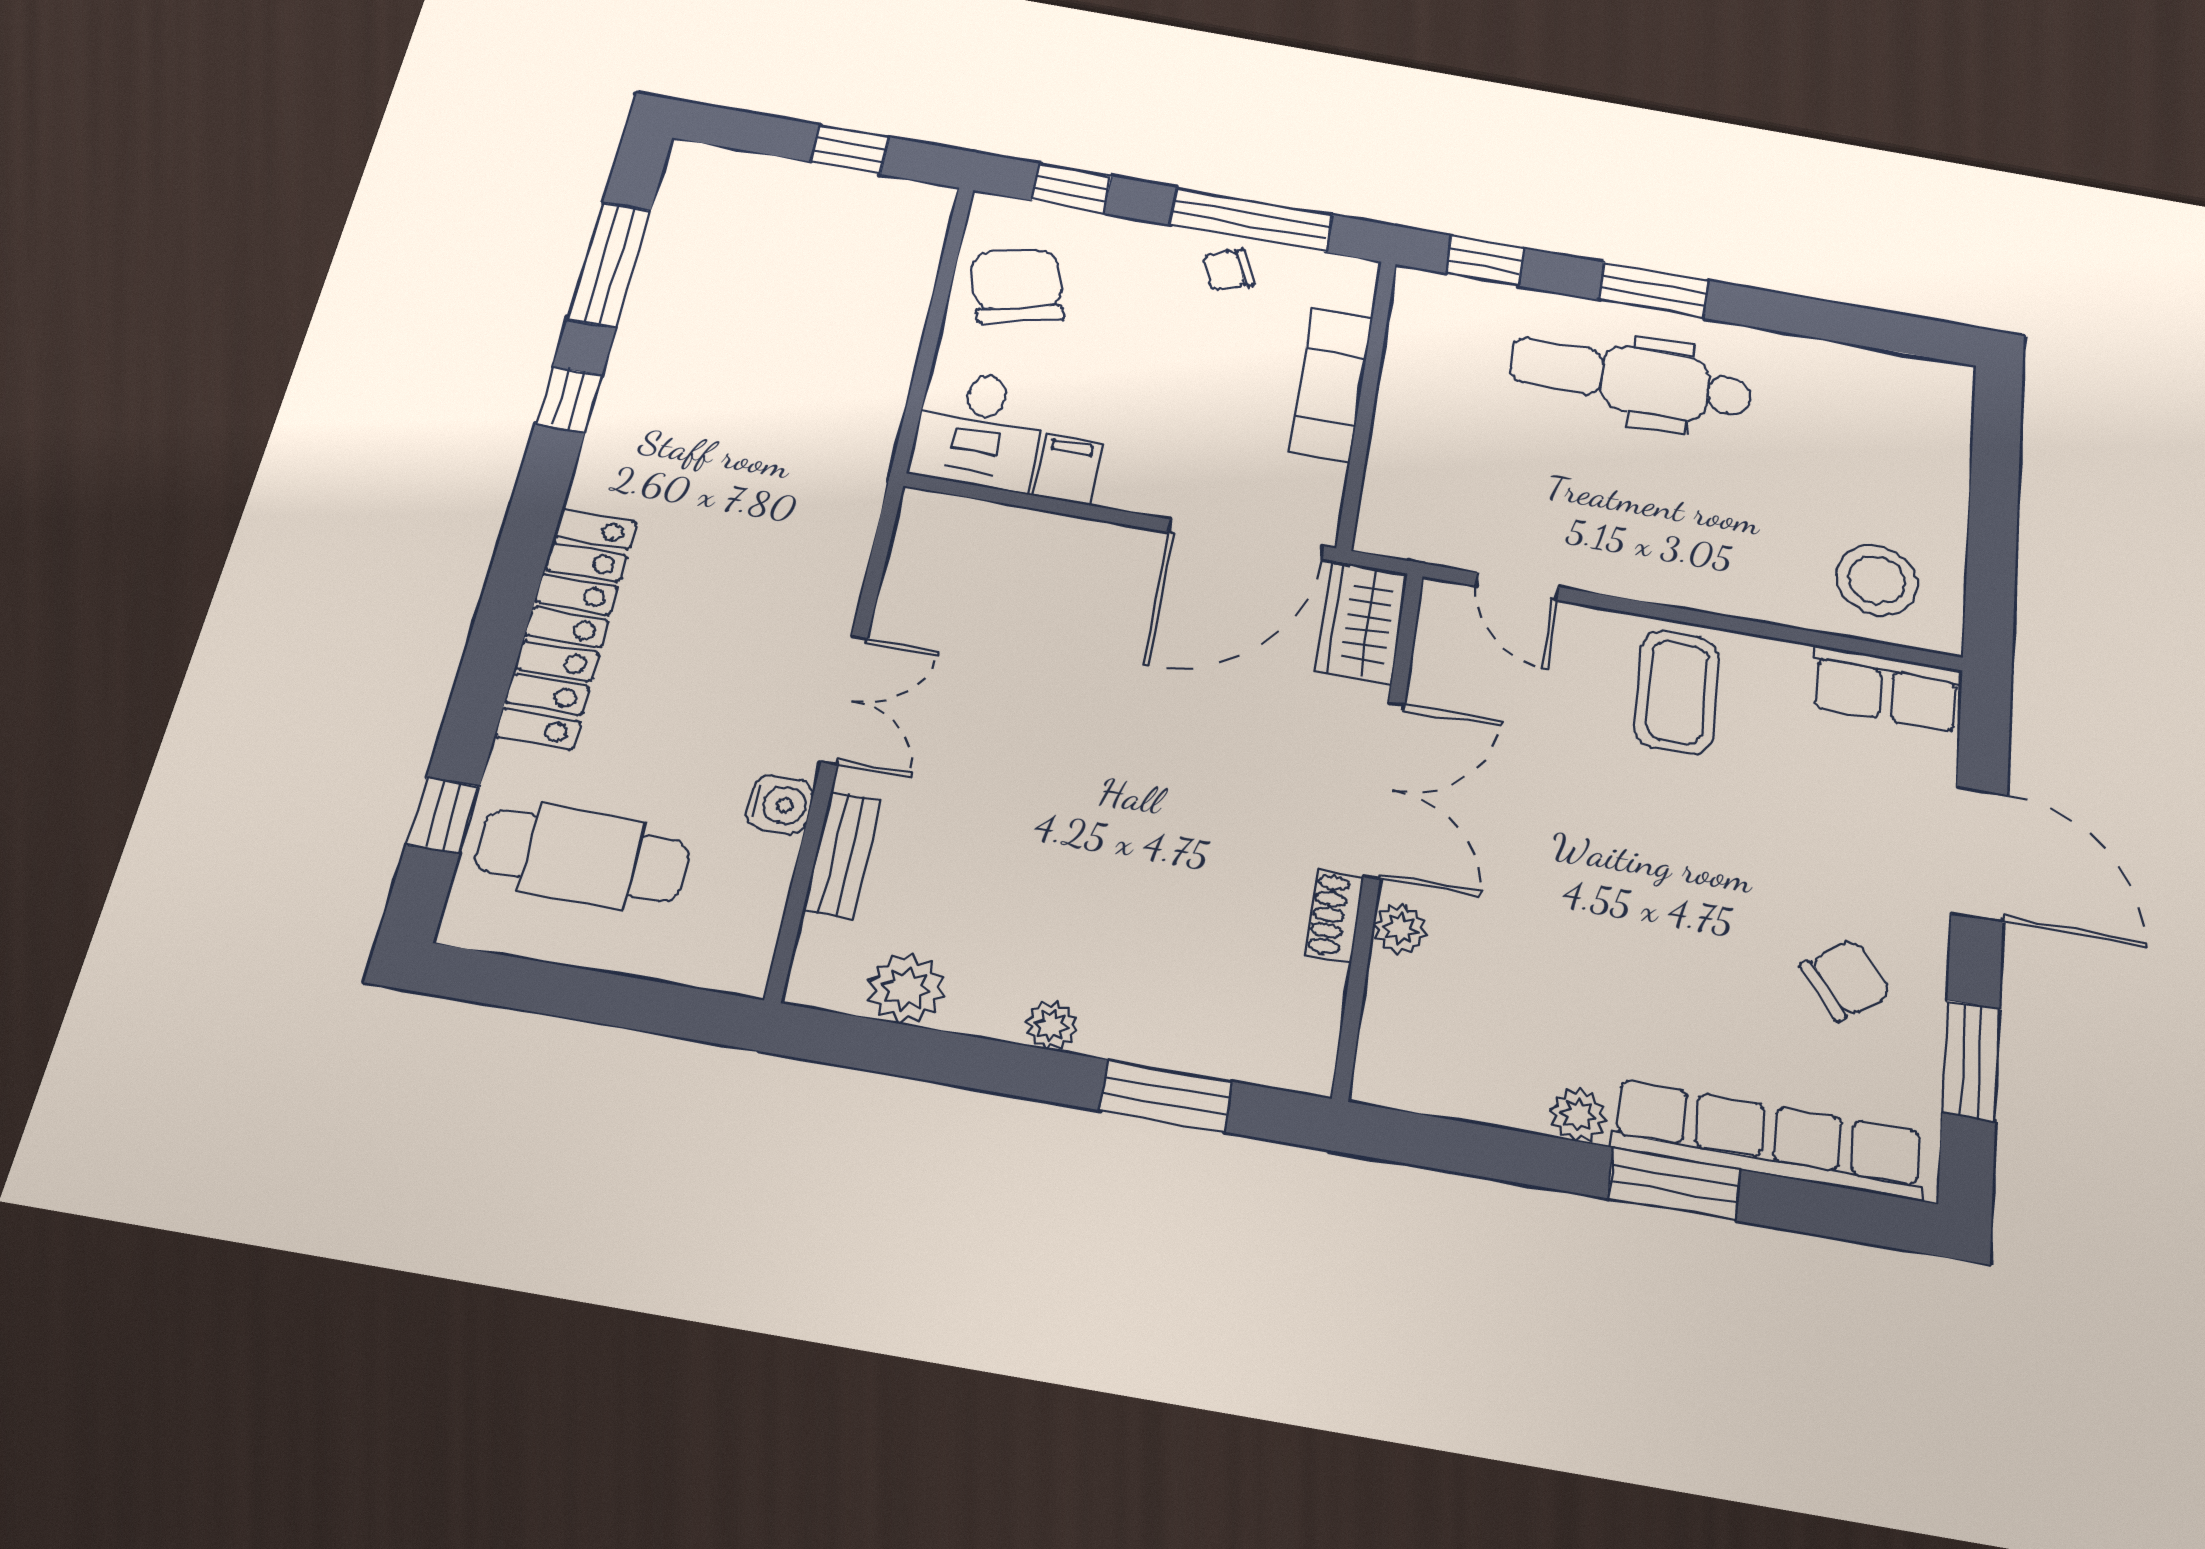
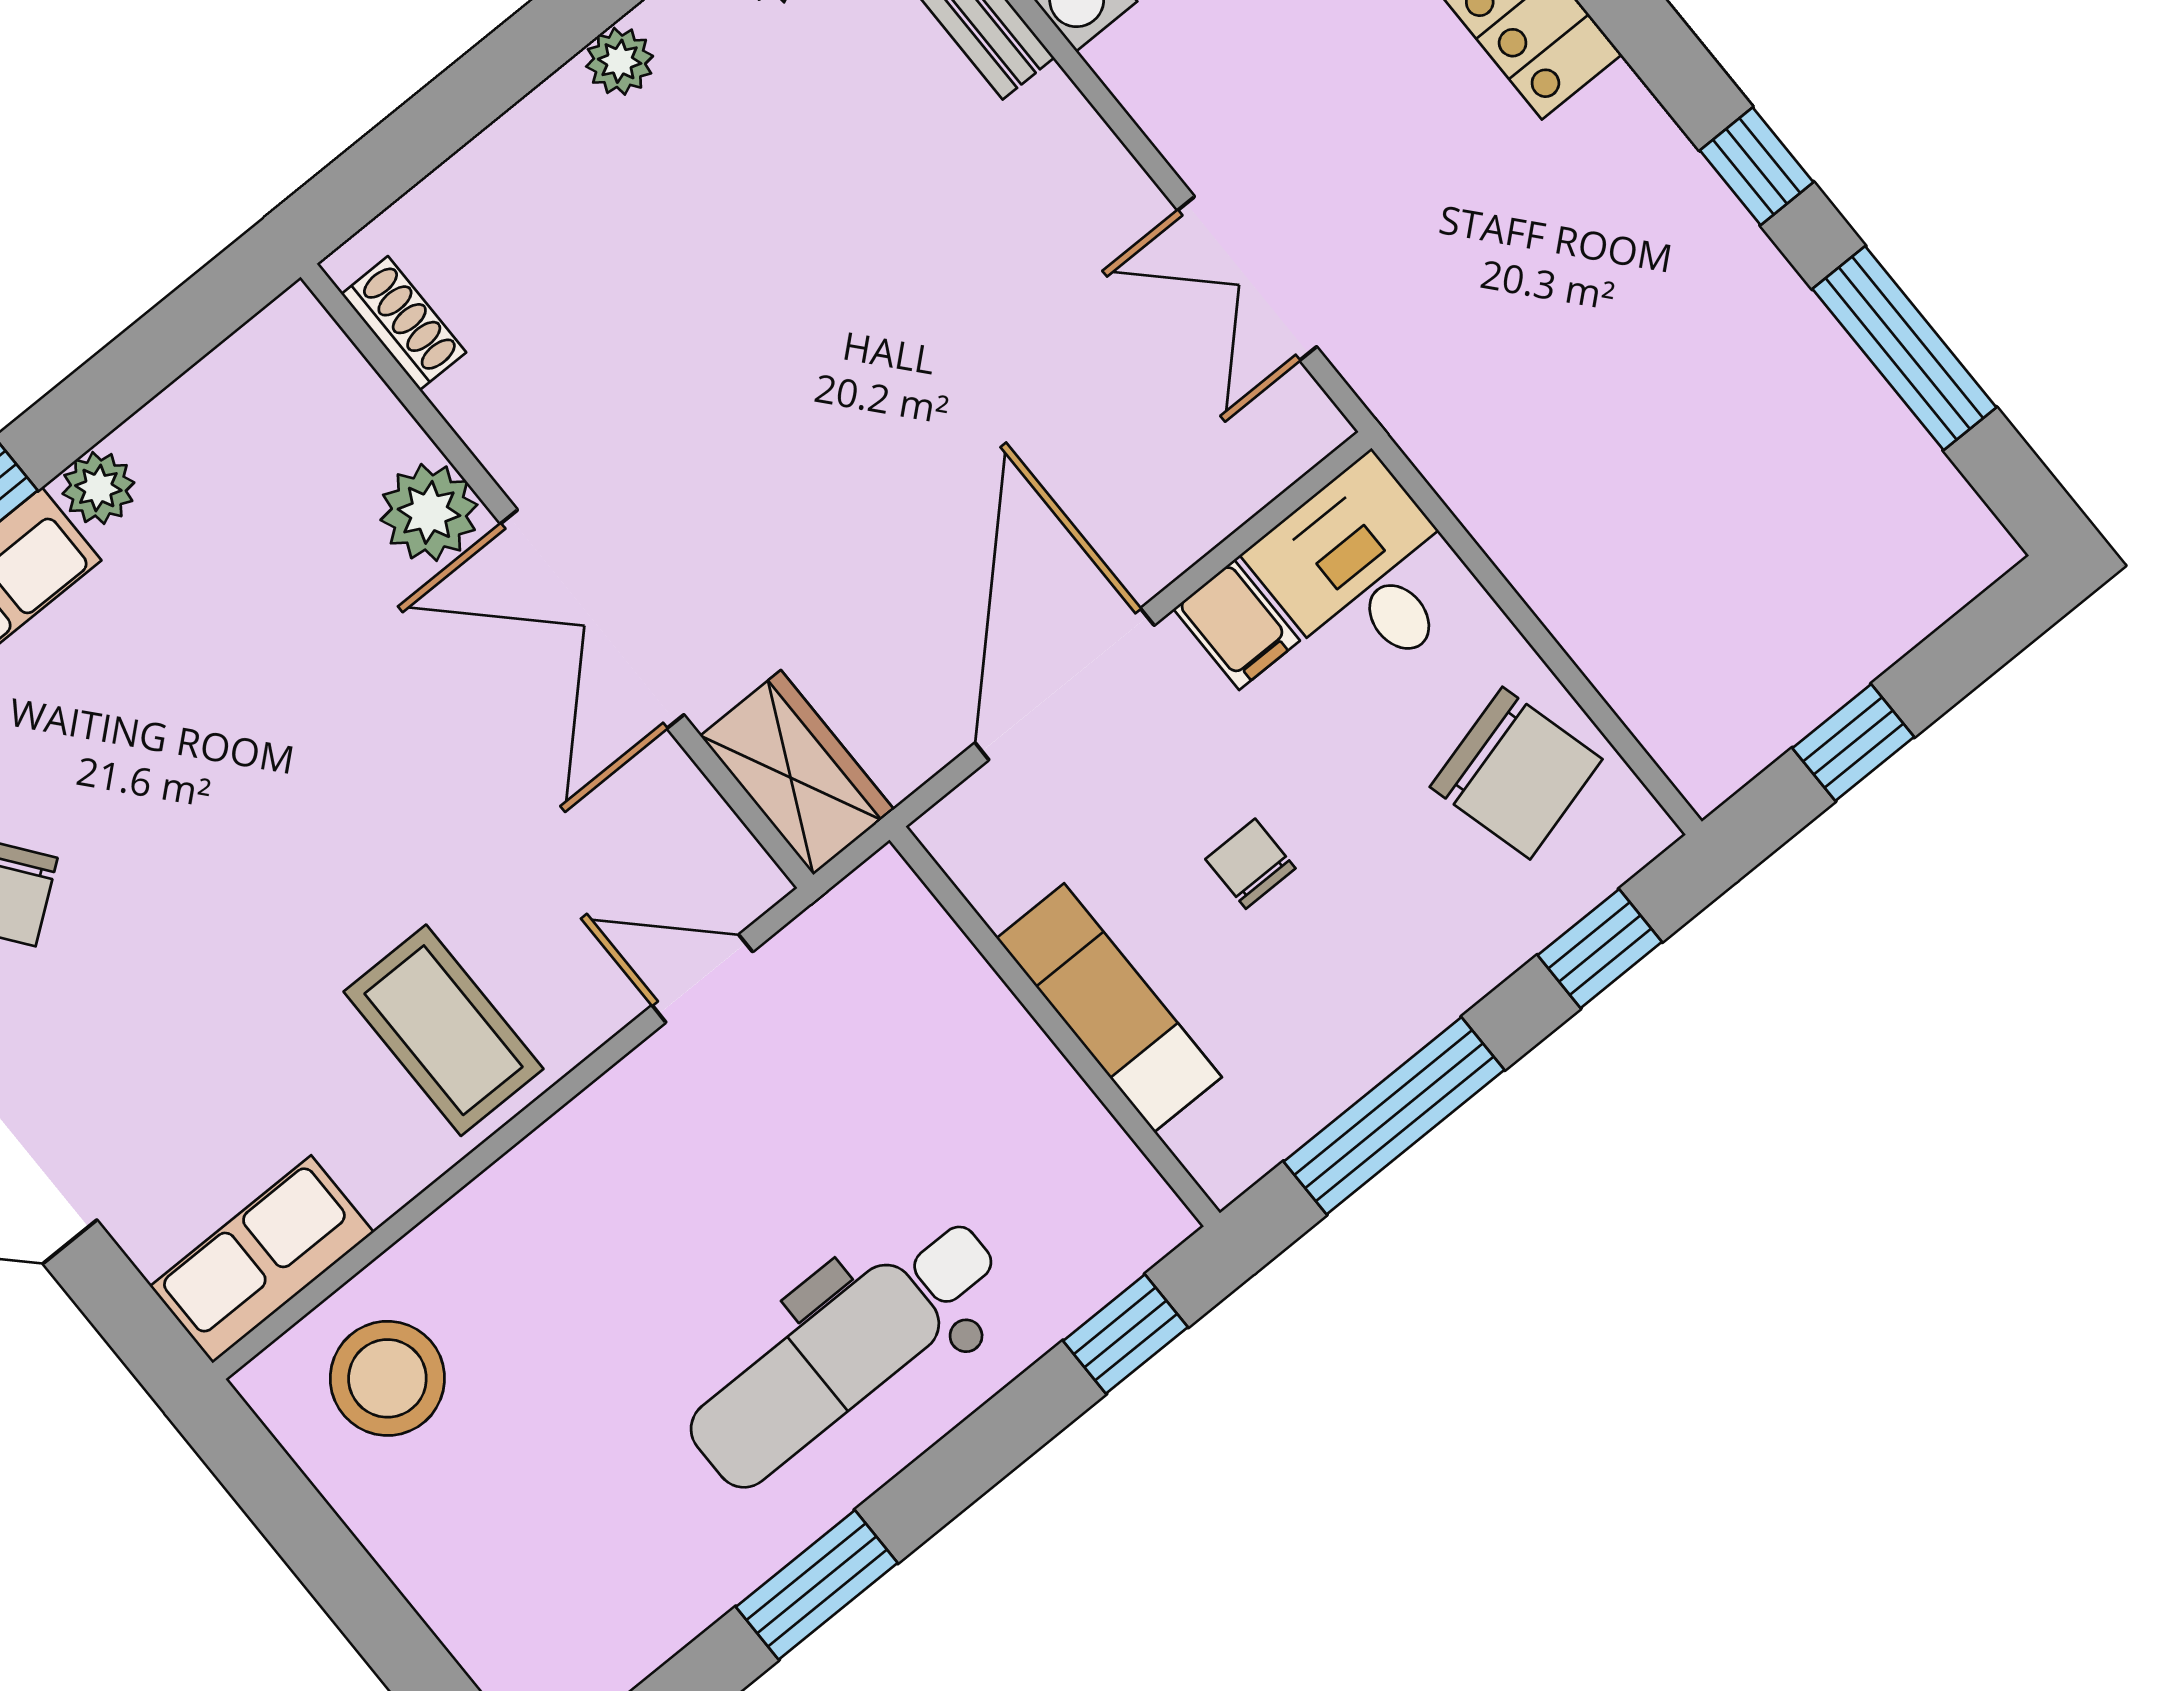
chair: (1228, 270) -> (1250, 864), moved, turned -68
window: (1654, 290) -> (817, 1585), moved
dental chair: (1631, 379) -> (845, 1352), turned 180
door: (1246, 539) -> (1065, 684), moved
double door: (845, 699) -> (1247, 278), moved
shoe rack: (1335, 916) -> (404, 323), moved
plant: (1400, 929) -> (429, 512), width x1.38, depth x1.38
window: (1166, 1096) -> (455, 108), removed

